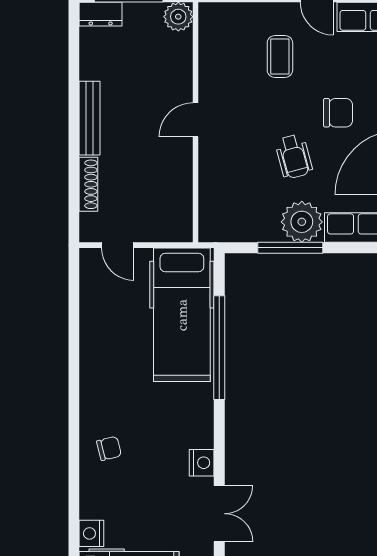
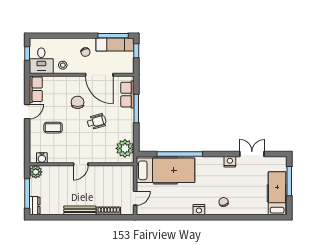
water cooler: (210, 31) -> (42, 158), added
door: (195, 120) -> (81, 164), hinge flipped
plant: (302, 222) -> (125, 148), moved
window: (290, 248) -> (136, 109), moved
nightstand: (91, 533) -> (199, 210), moved

